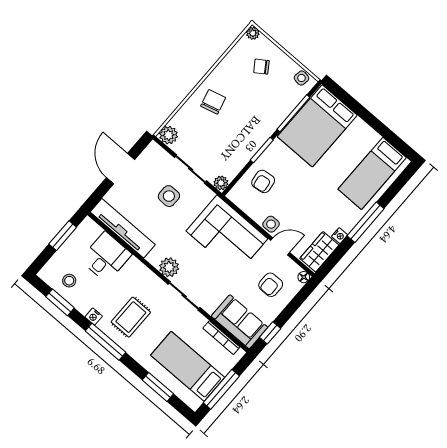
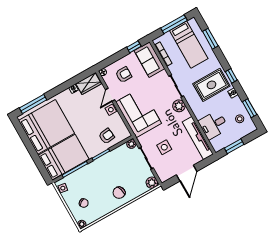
bed: (372, 173) -> (47, 127), width x2.04
window: (366, 222) -> (33, 104), moved
door: (280, 246) -> (110, 95), hinge flipped
rug: (131, 317) -> (211, 85), width x1.36, depth x1.43
window: (105, 342) -> (231, 76), width x0.46

